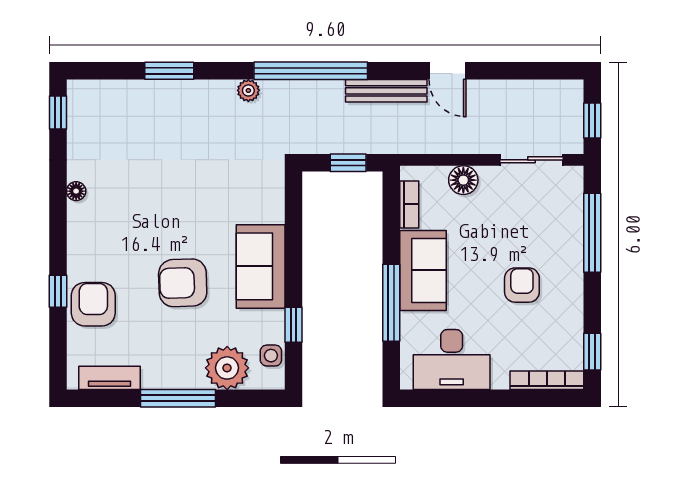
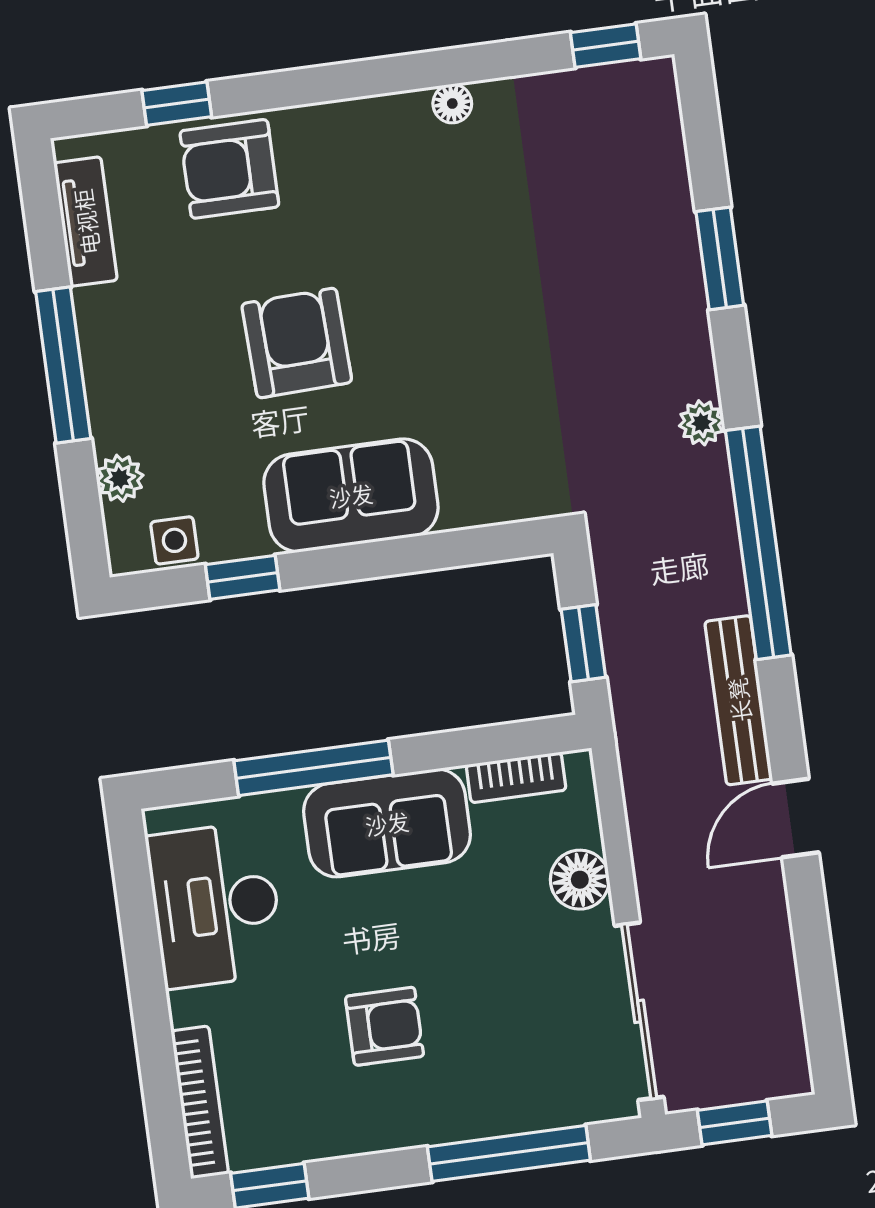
sliding door: (531, 160) -> (639, 1011), width x1.37
window: (58, 291) -> (177, 104), moved
armchair: (93, 304) -> (229, 169), turned 180
plant: (227, 368) -> (120, 478), width x0.53, depth x0.53

